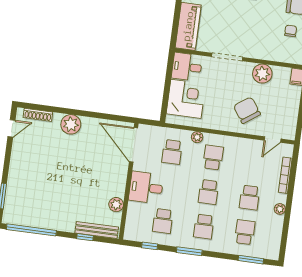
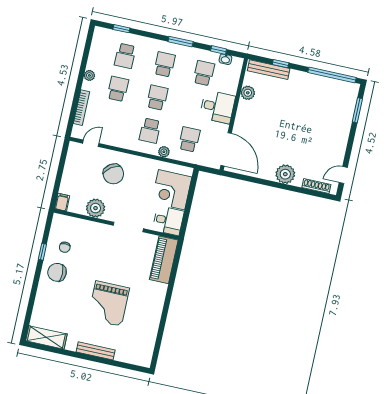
washbasin: (142, 237) -> (225, 59), added
window: (251, 260) -> (121, 29), width x0.67

